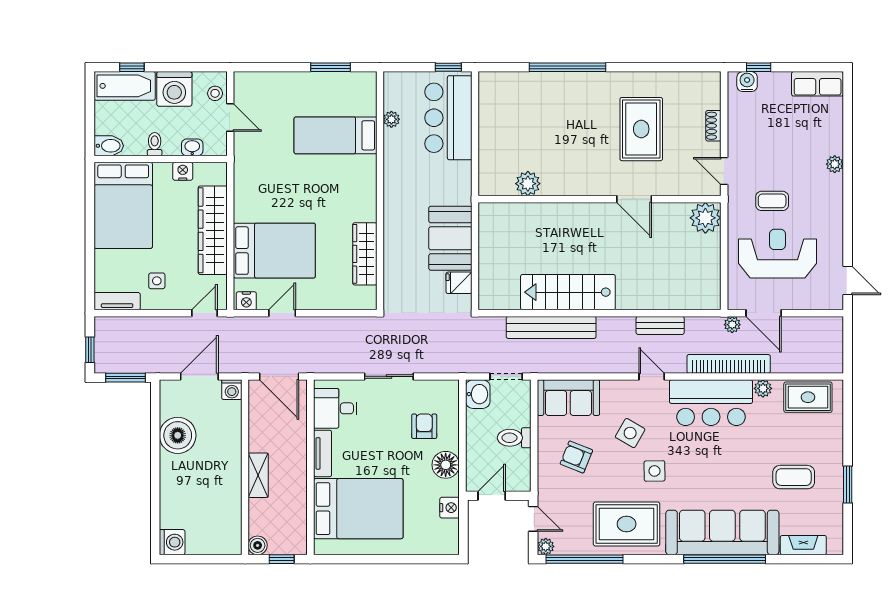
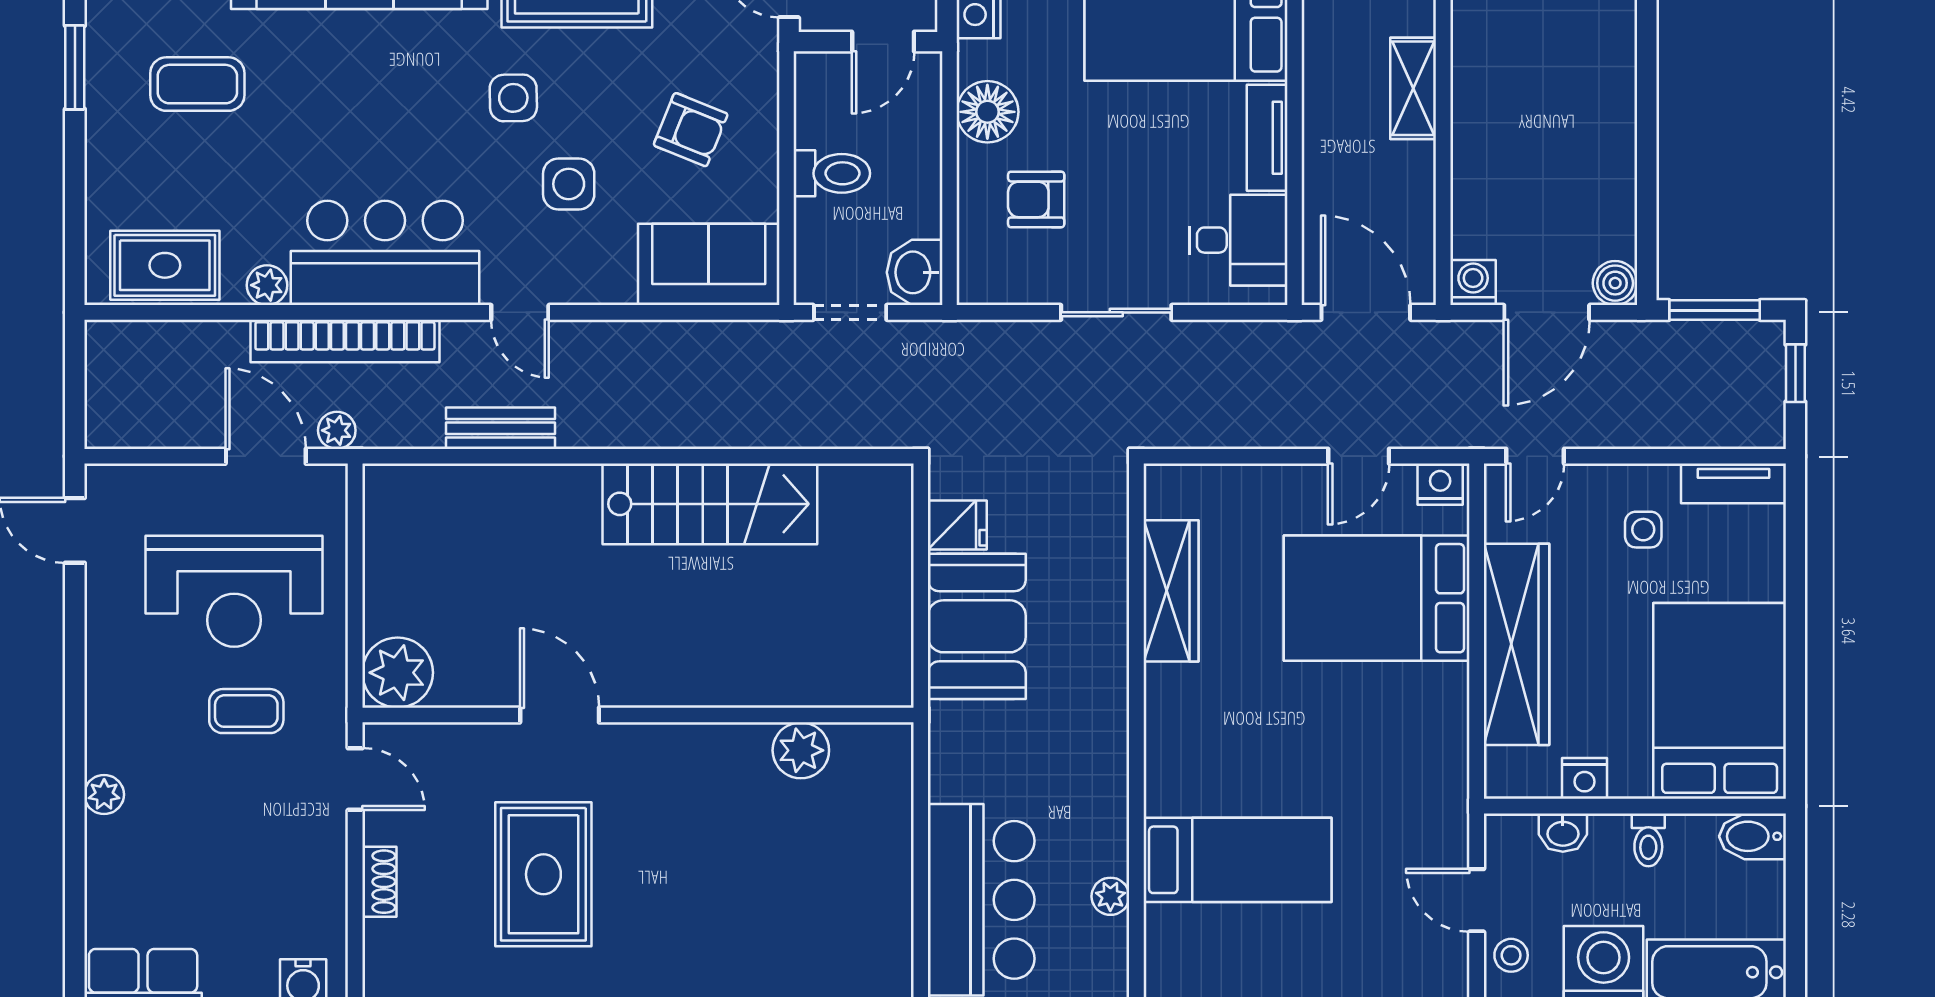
bench: (551, 327) -> (748, 424), removed
armchair: (424, 426) -> (1036, 199), turned 90
side table: (630, 433) -> (569, 184), turned -30
boiler: (178, 435) -> (1615, 283), moved, width x0.54, depth x0.54

